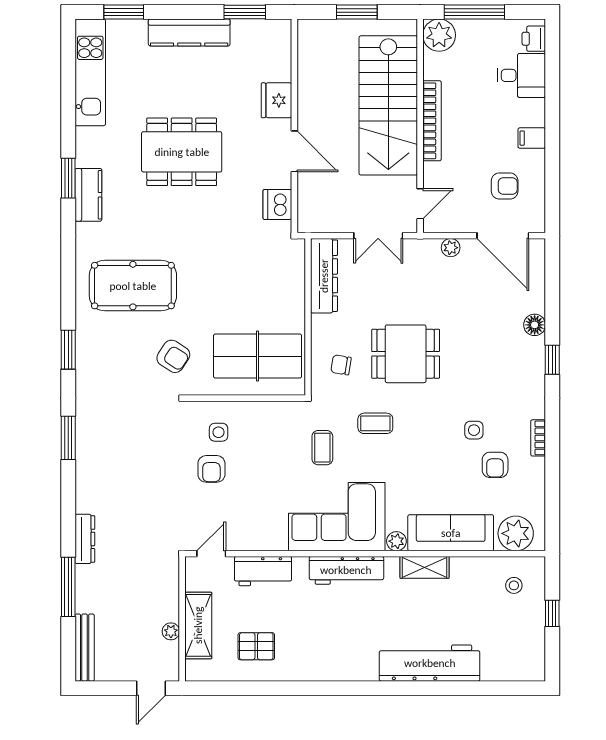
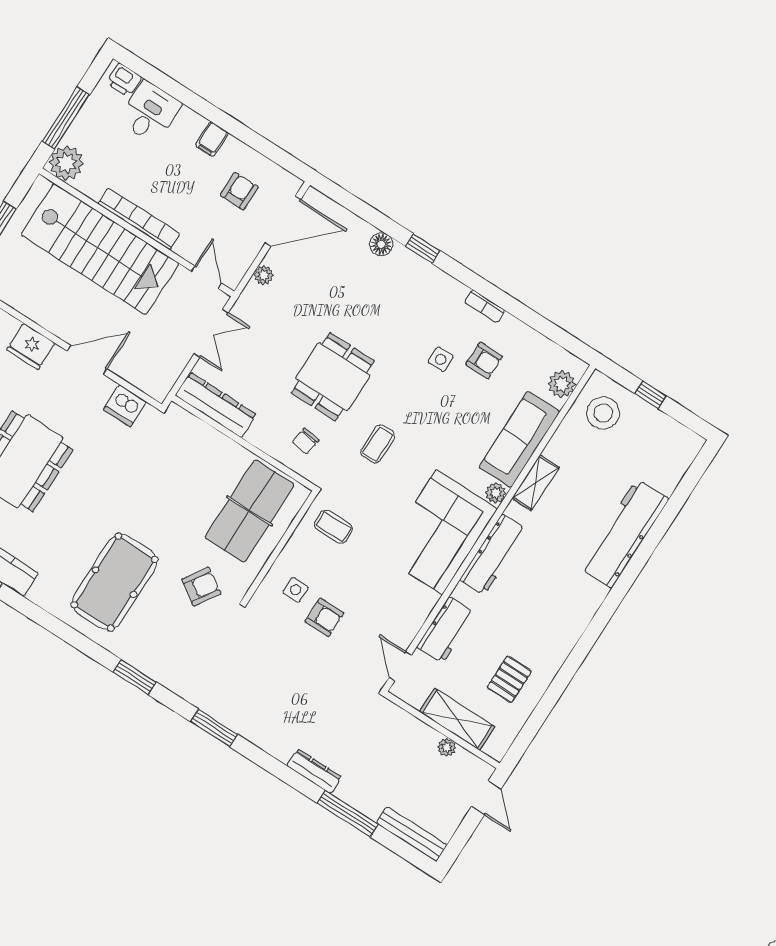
coffee table: (322, 448) -> (333, 527), moved
plant: (516, 533) -> (562, 384), width x0.73, depth x0.73
stool: (514, 585) -> (603, 413), width x1.89, depth x1.89

